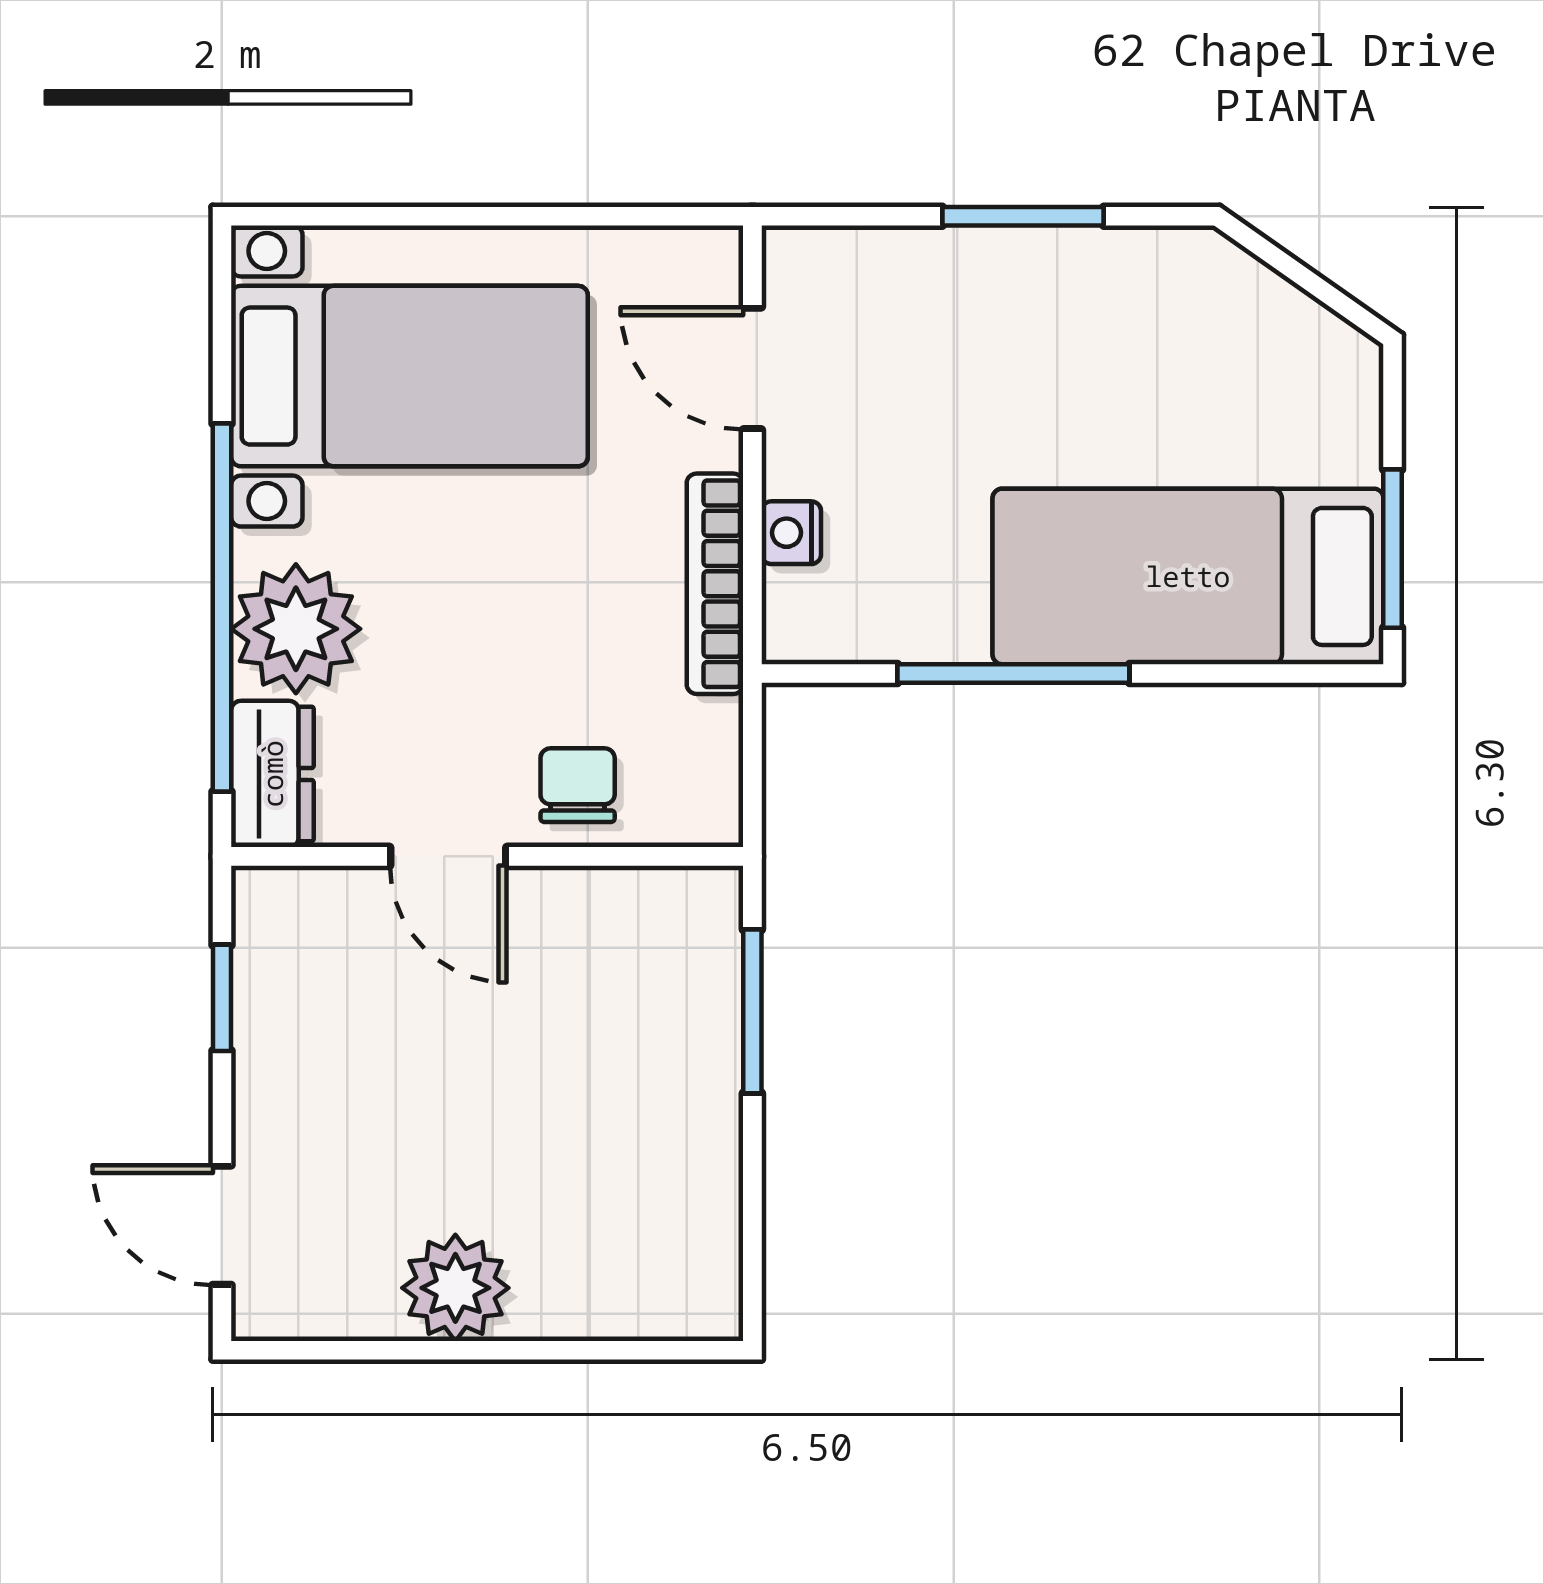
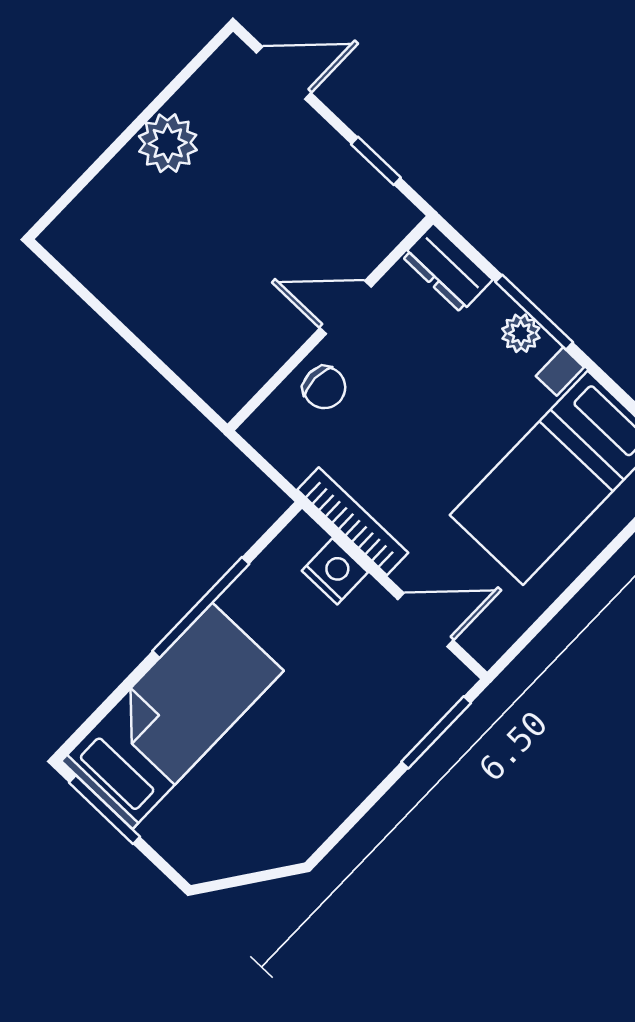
window: (1023, 216) -> (436, 732), moved
nightstand: (791, 533) -> (335, 571), width x1.39, depth x1.35
window: (222, 608) -> (534, 312), width x0.47
plant: (296, 629) -> (521, 333), width x0.53, depth x0.53
window: (752, 1011) -> (165, 371), removed

